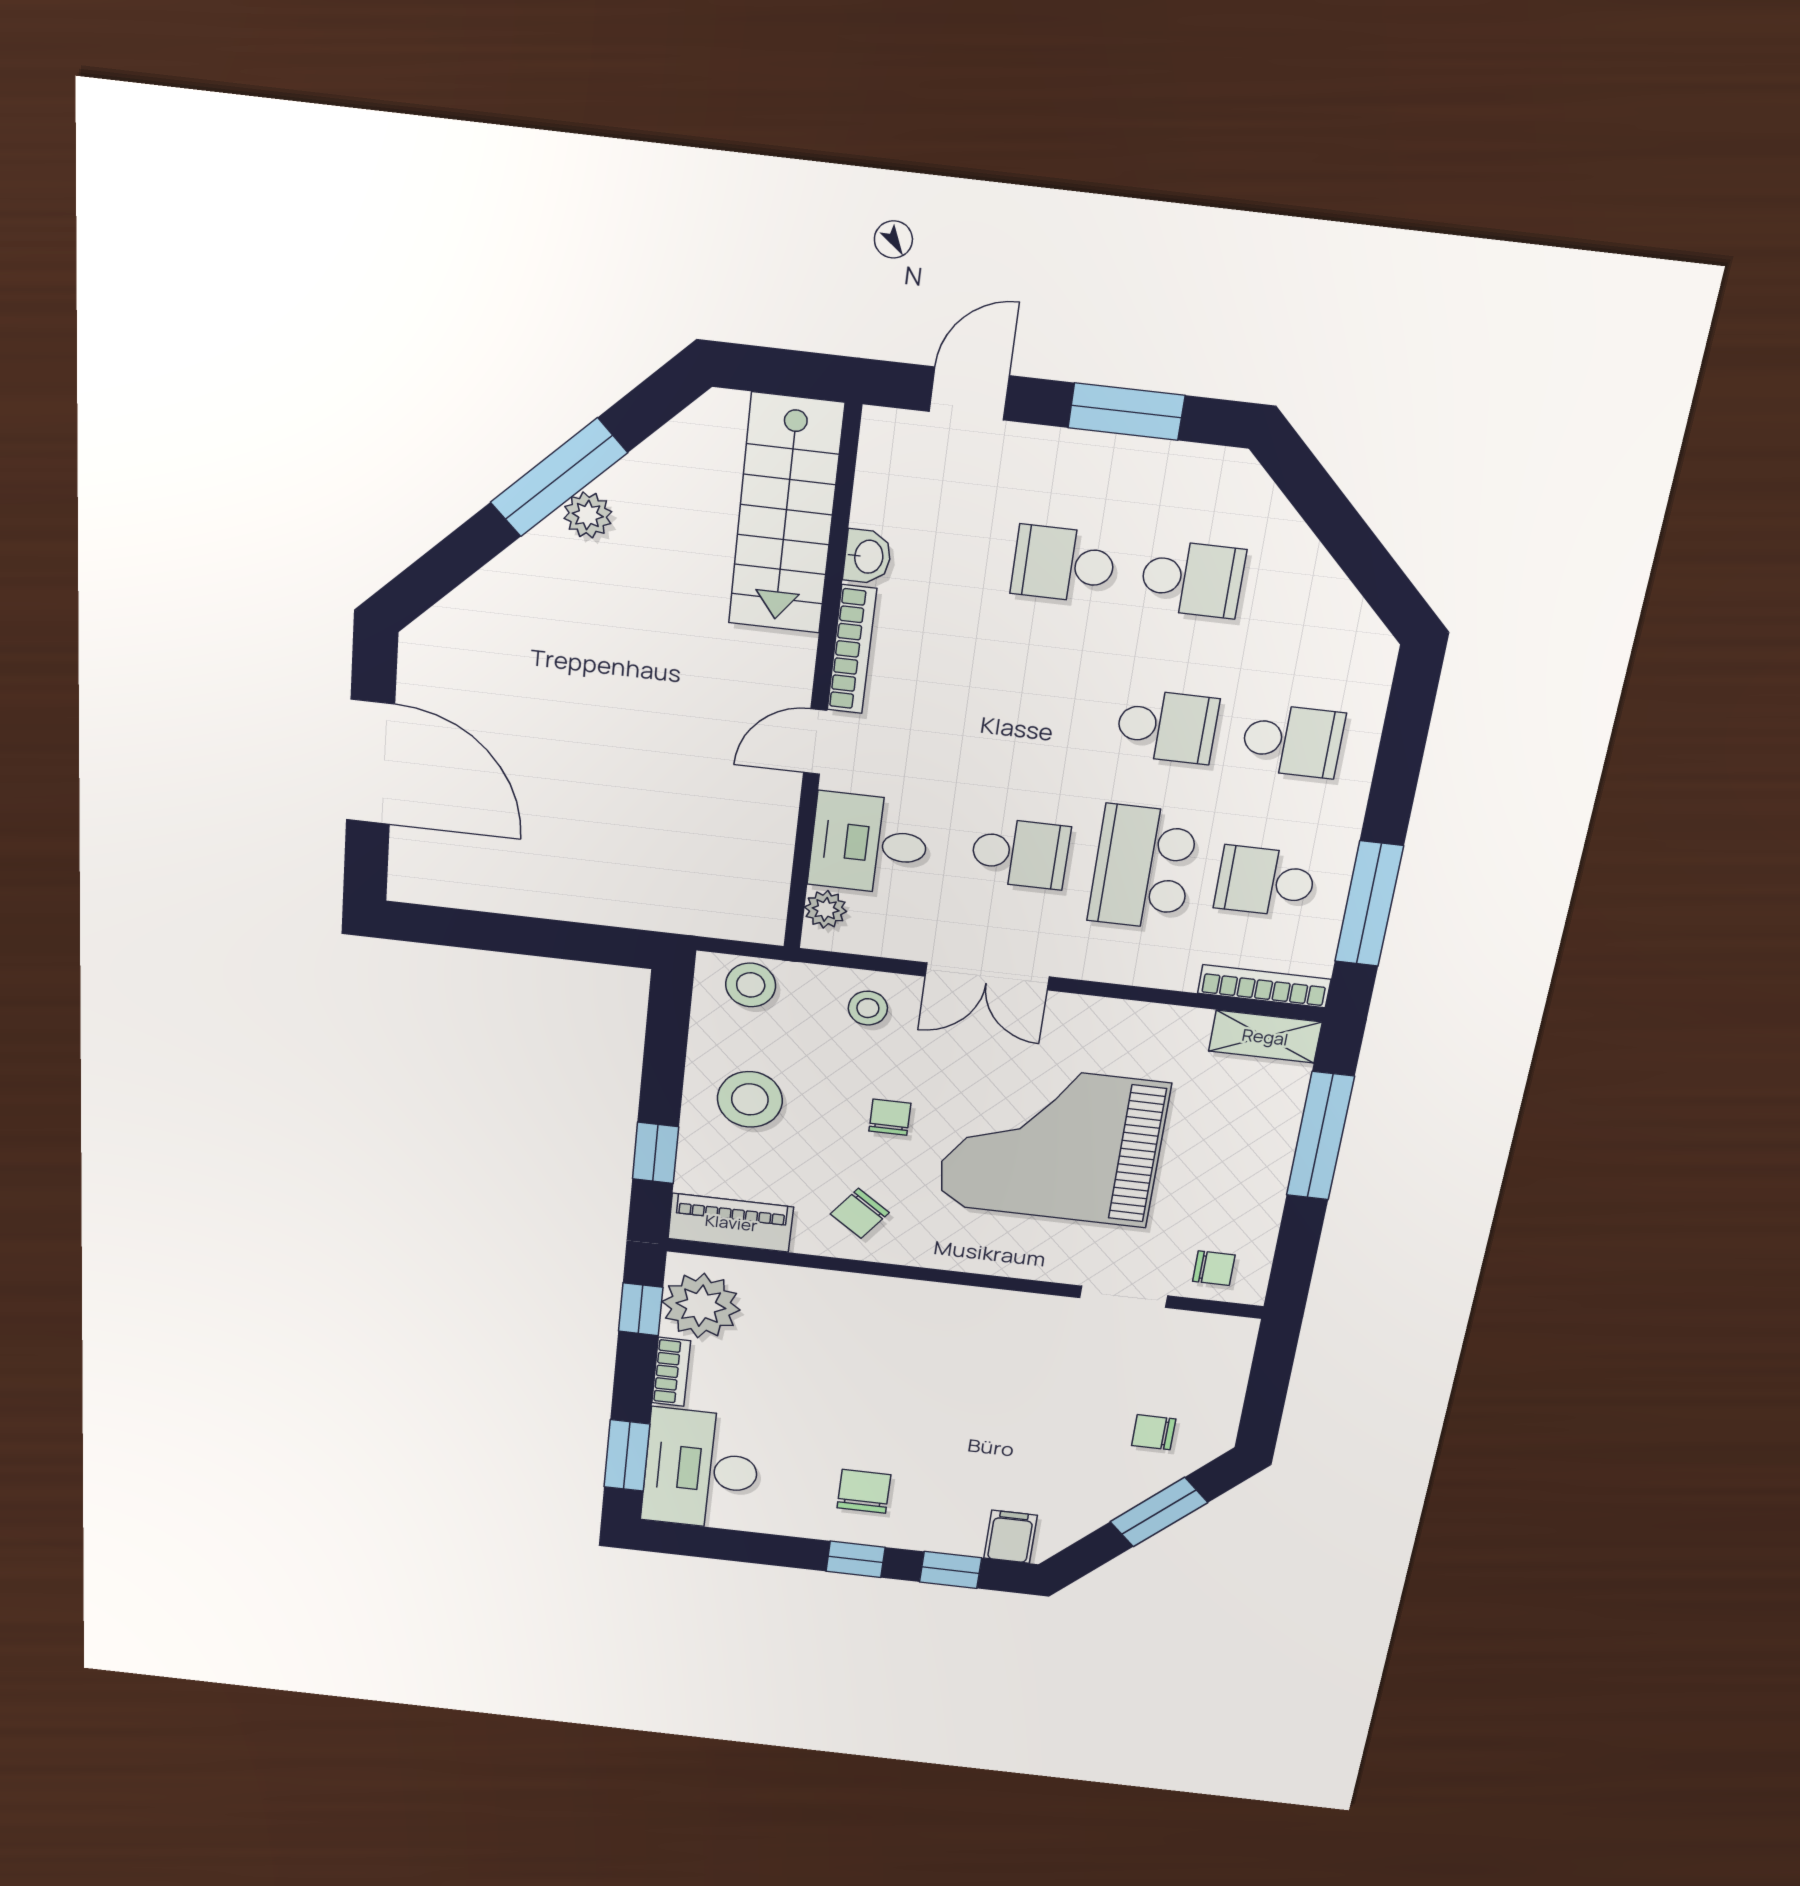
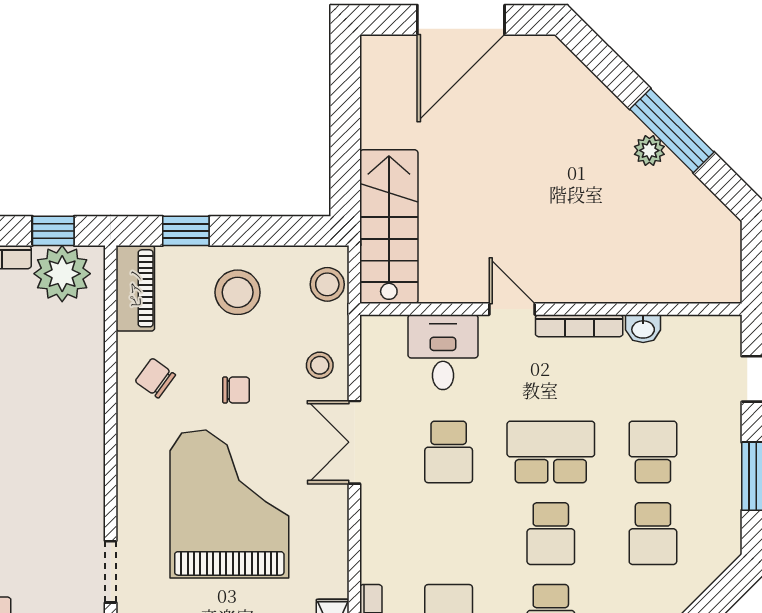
stairs: (786, 514) -> (389, 227), moved, turned 90
school desk: (1143, 867) -> (551, 452), moved
plant: (826, 909) -> (391, 329), removed

